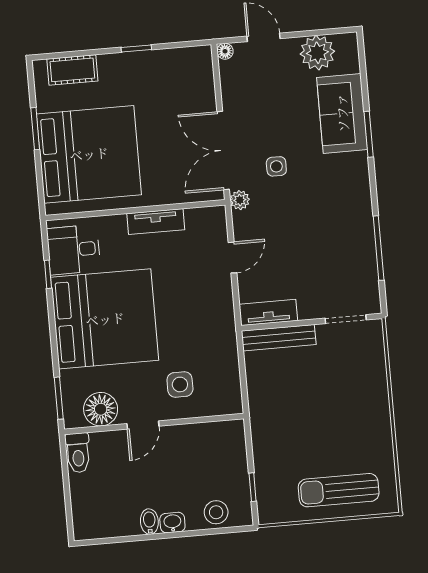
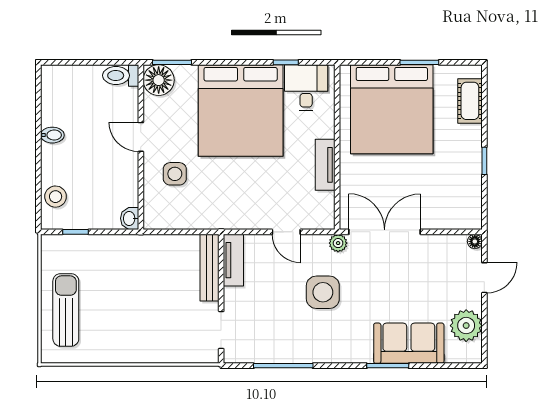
side table: (276, 166) -> (323, 292), moved, width x1.87, depth x1.87
floor lamp: (101, 409) -> (159, 80), moved
washbasin: (172, 523) -> (130, 218), moved, turned 180

